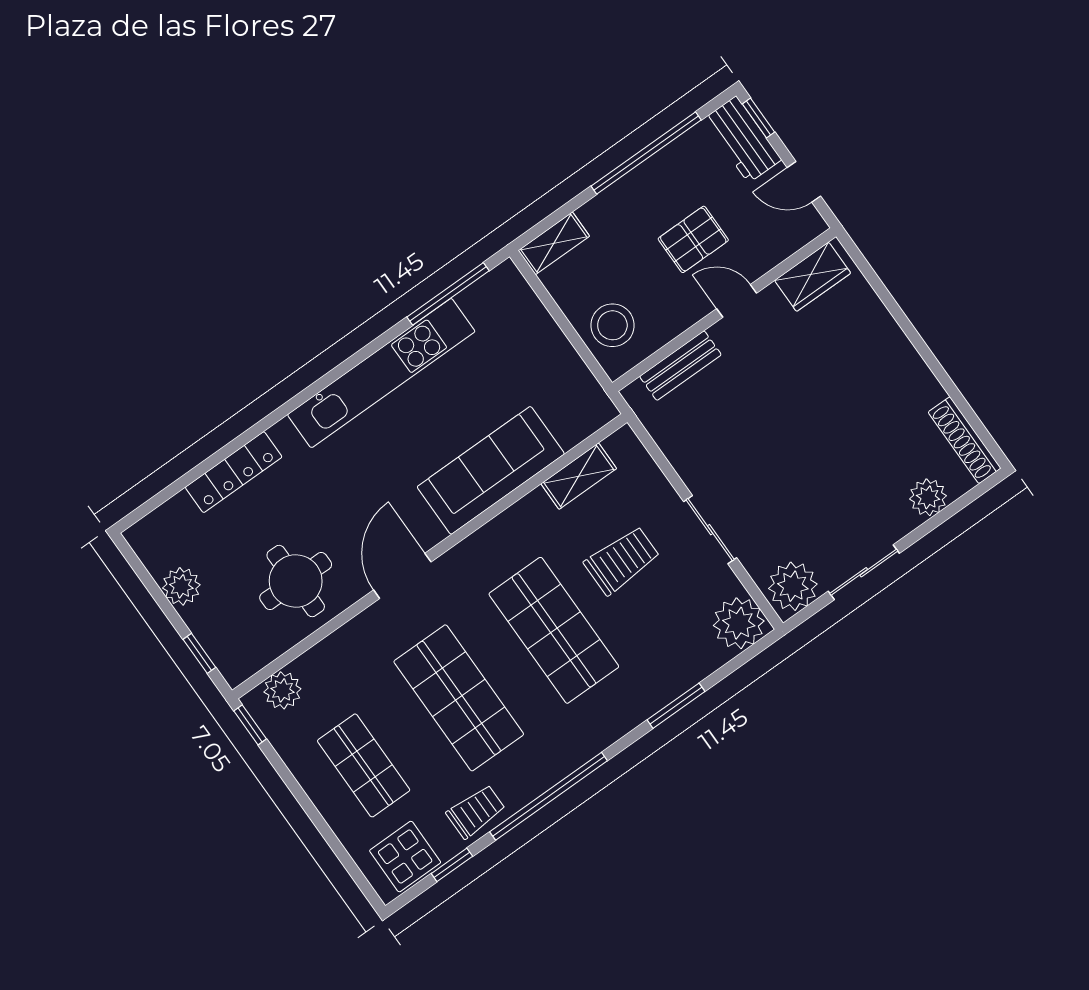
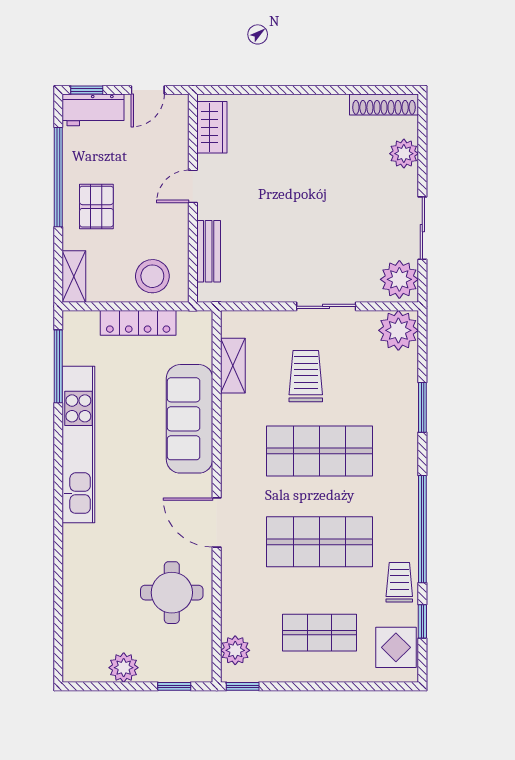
pallet: (693, 239) -> (96, 207), moved
locker: (234, 472) -> (138, 323), moved, turned 90

